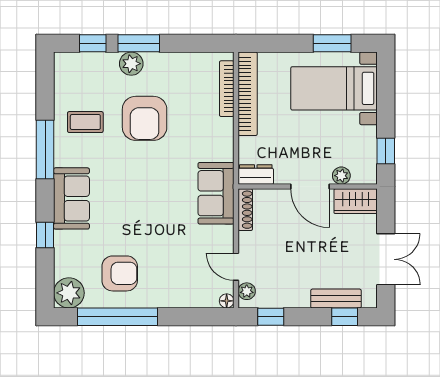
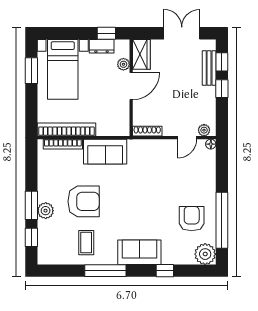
dresser: (256, 174) -> (102, 46), moved, turned -90
sofa: (216, 193) -> (105, 152), moved
window: (271, 317) -> (222, 89), moved

